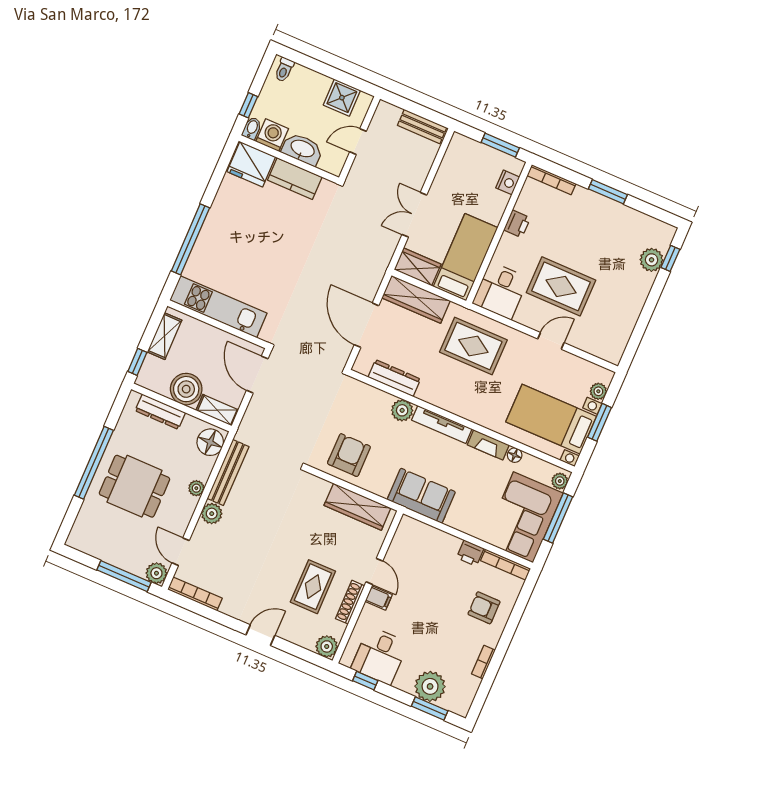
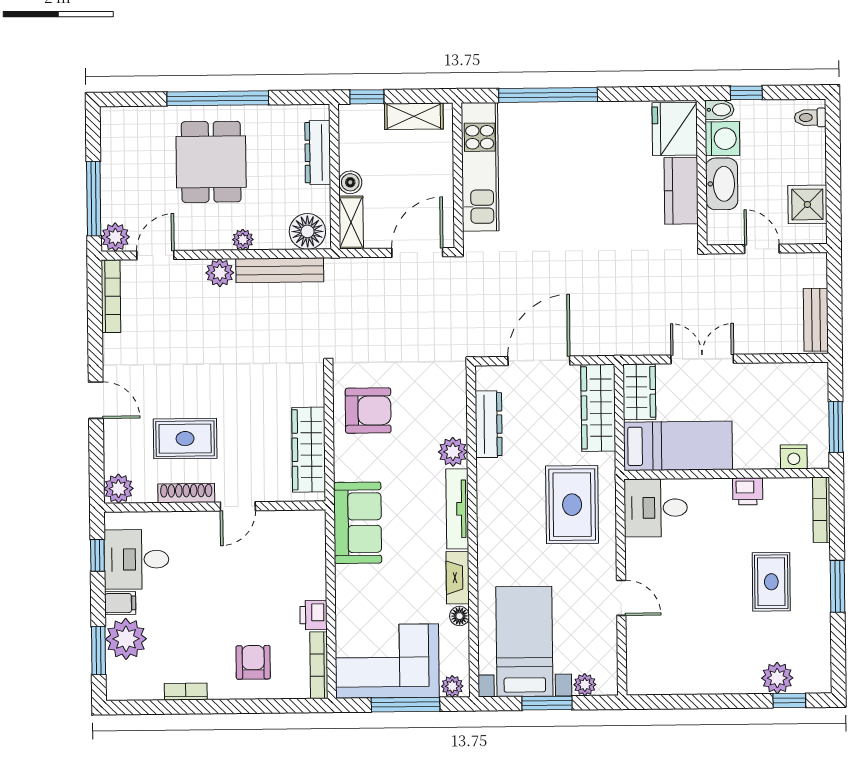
rug: (561, 286) -> (771, 582), moved, width x0.73, depth x0.70
boiler: (186, 389) -> (350, 182), width x0.54, depth x0.54
filing cabinet: (379, 598) -> (120, 603), moved, turned -90

